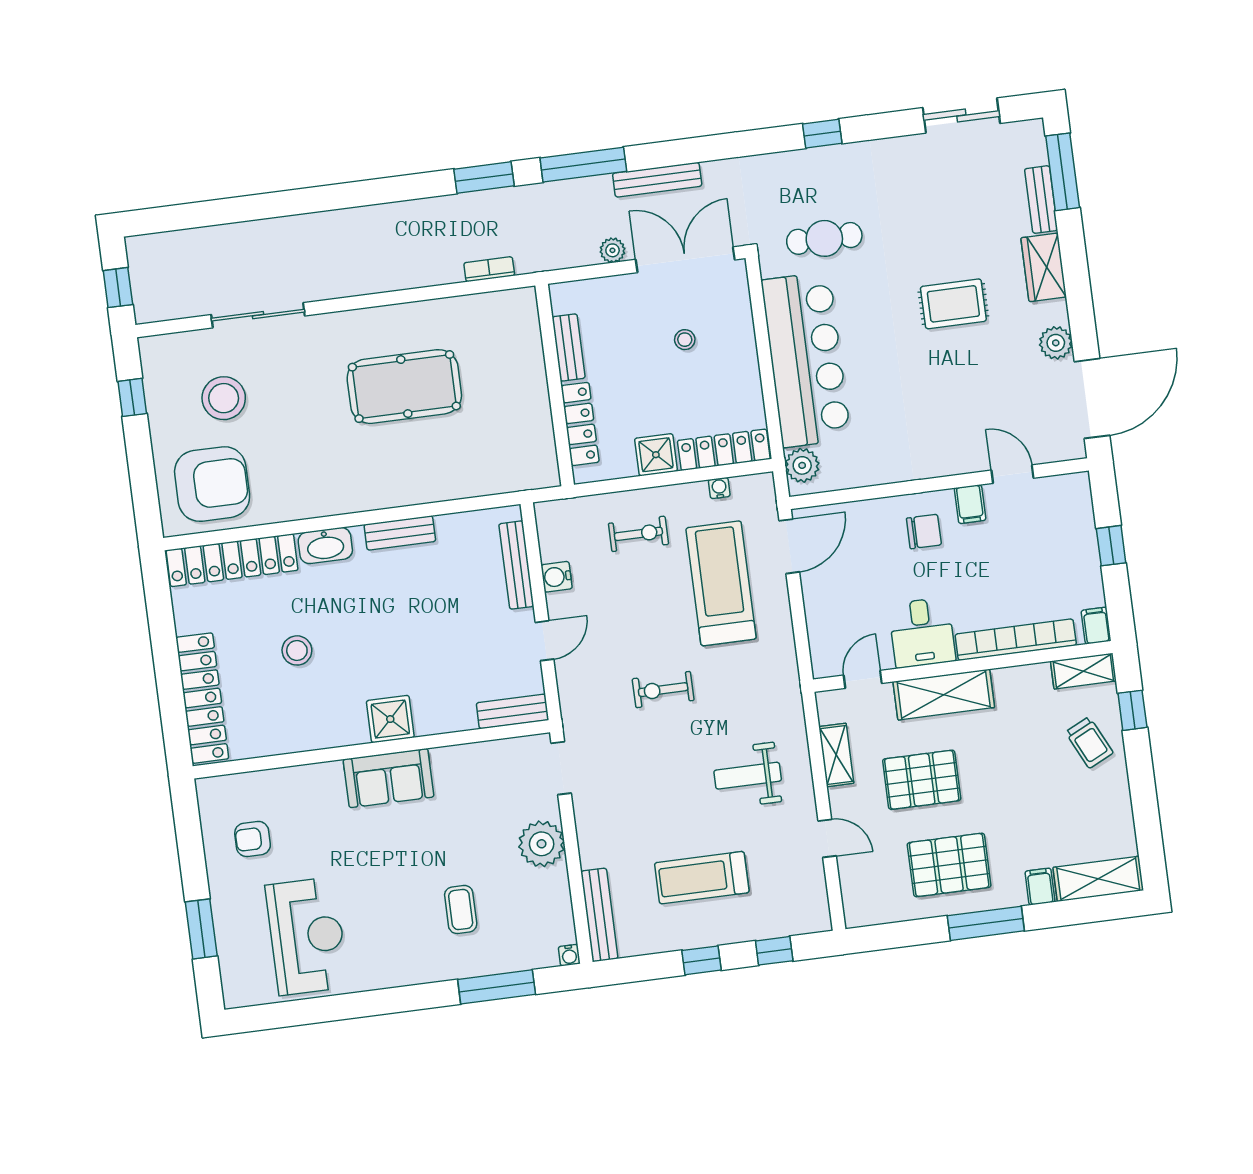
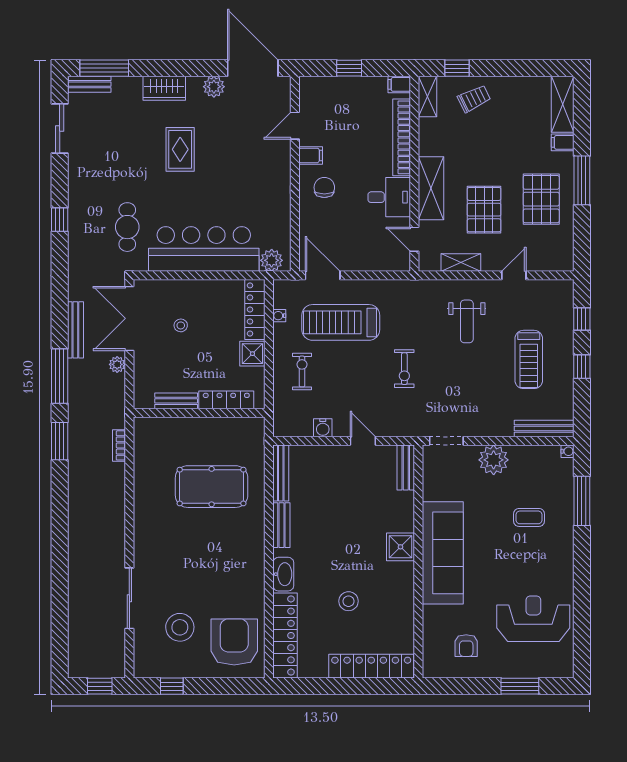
bench: (1041, 200) -> (89, 84), moved
pool table: (404, 387) -> (212, 487), moved, turned 90
bench: (516, 565) -> (281, 473), moved, turned 90
sofa: (389, 778) -> (443, 553), width x1.85, depth x1.27

